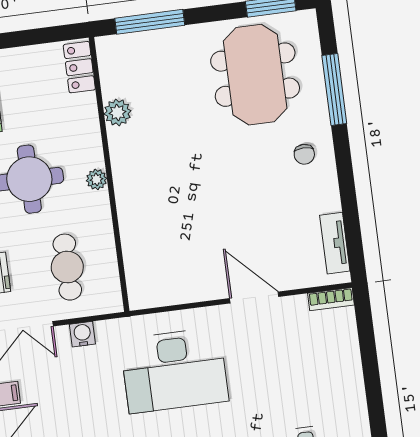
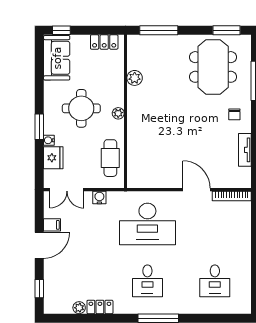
locker: (79, 67) -> (104, 42), moved, turned -90
tv unit: (335, 243) -> (245, 150), moved
cafe table: (67, 267) -> (110, 158), moved
bookcase: (331, 299) -> (232, 196), width x1.56

